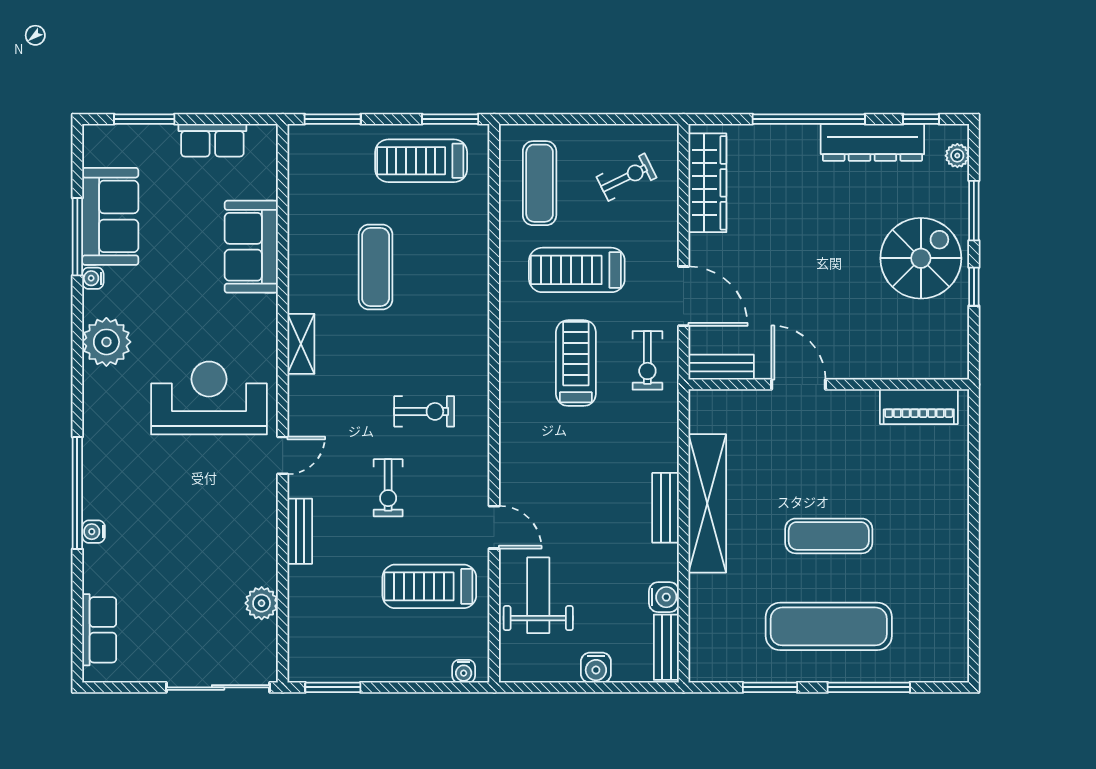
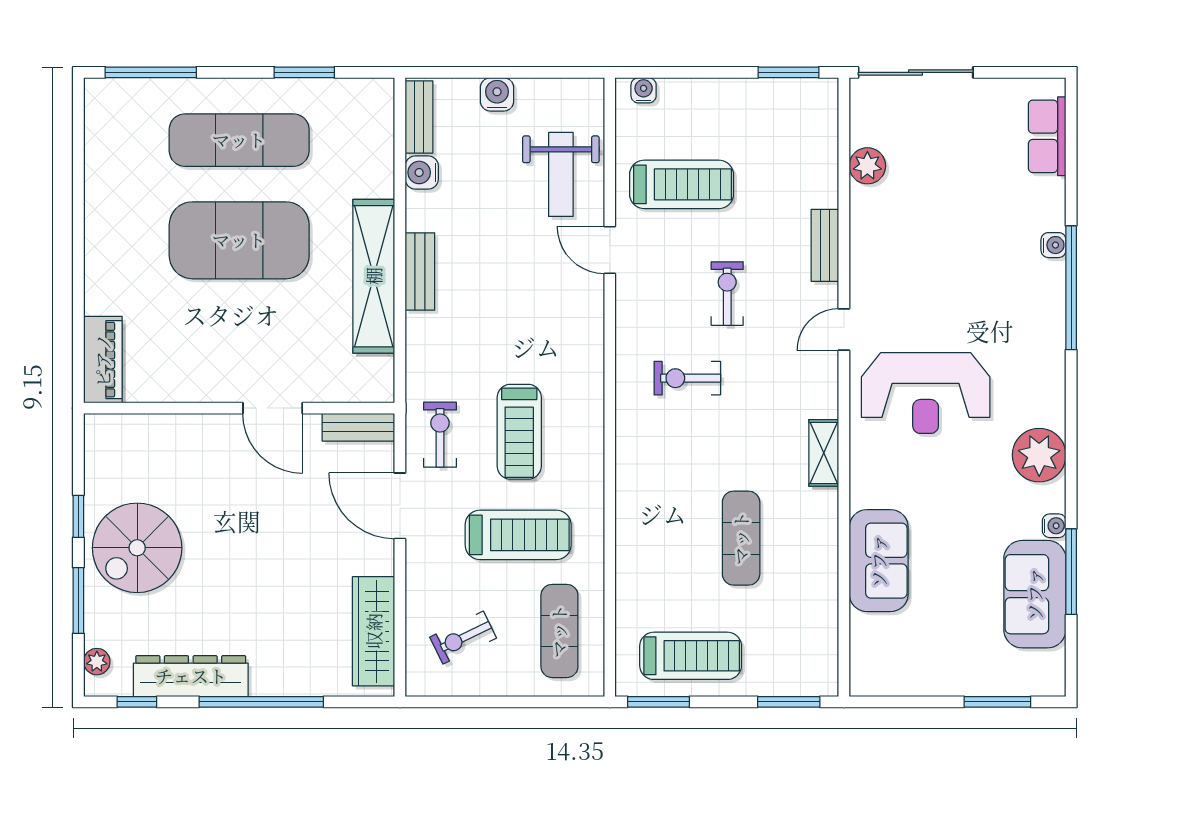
row of seats: (212, 140) -> (922, 679), removed
piano: (919, 407) -> (103, 360), moved, turned 90
exercise mat: (829, 536) -> (239, 240), width x2.00, depth x1.45
window: (869, 687) -> (151, 72), moved

